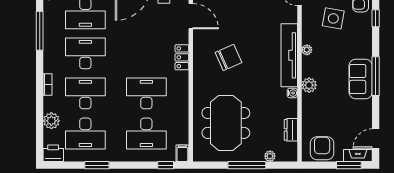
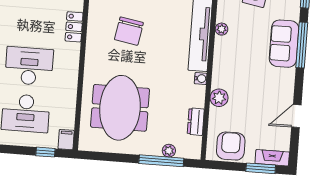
chair: (229, 57) -> (129, 31), turned 124
window: (376, 76) -> (302, 45), moved
sofa: (361, 79) -> (284, 44), moved
plant: (309, 85) -> (219, 98), moved
door: (376, 139) -> (296, 116), moved
window: (247, 165) -> (161, 161), moved

